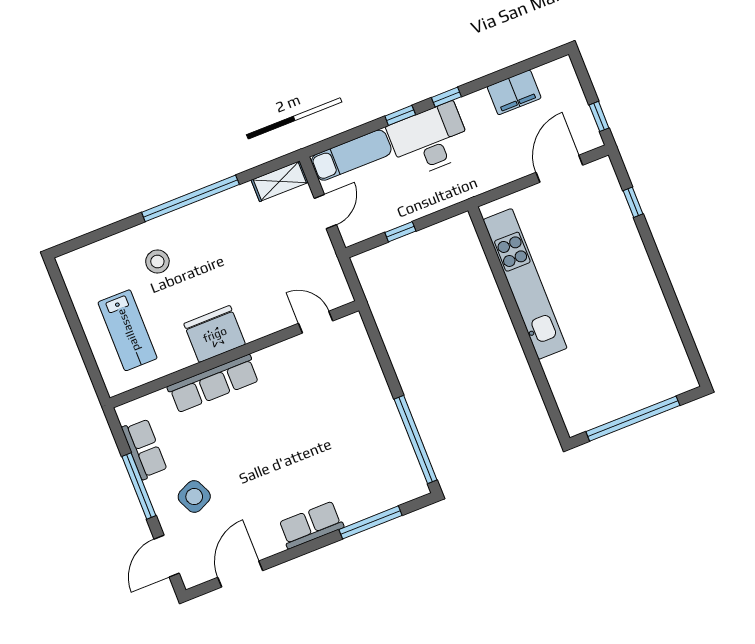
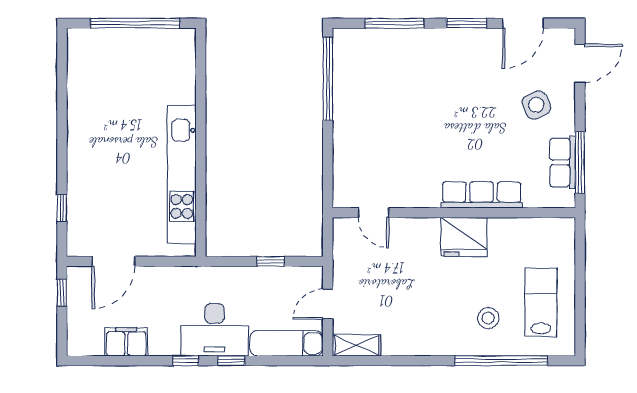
window: (190, 198) -> (501, 361), moved
lab bench: (128, 330) -> (541, 302), moved
window: (139, 486) -> (580, 163), moved
row of seats: (311, 525) -> (446, 41), removed
window: (298, 551) -> (466, 23), added

